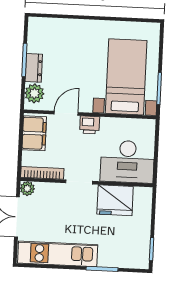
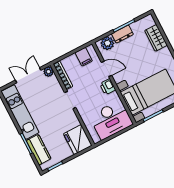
wardrobe: (63, 28) -> (156, 38), added
filing cabinet: (34, 133) -> (84, 57), width x0.50
desk: (127, 162) -> (111, 120), moved, turned -90
fridge: (115, 200) -> (78, 140), moved
kitchen counter: (119, 258) -> (39, 150), added

